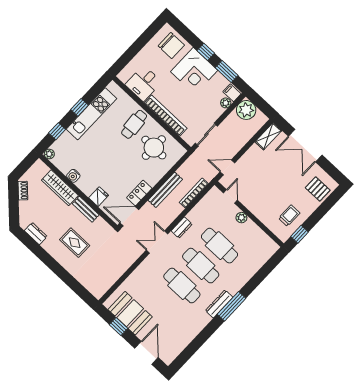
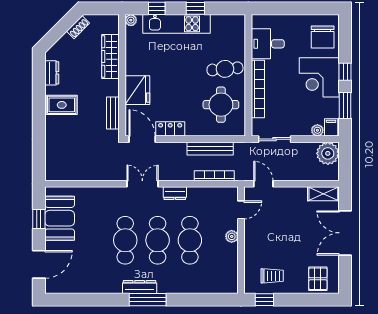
kitchen unit: (91, 114) -> (176, 24), moved
water cooler: (73, 176) -> (132, 58), removed
bench: (165, 190) -> (210, 149), moved
fridge: (99, 197) -> (137, 90), width x1.88, depth x1.34
bench: (86, 209) -> (113, 113), moved
rug: (75, 243) -> (62, 105), moved, turned 90

